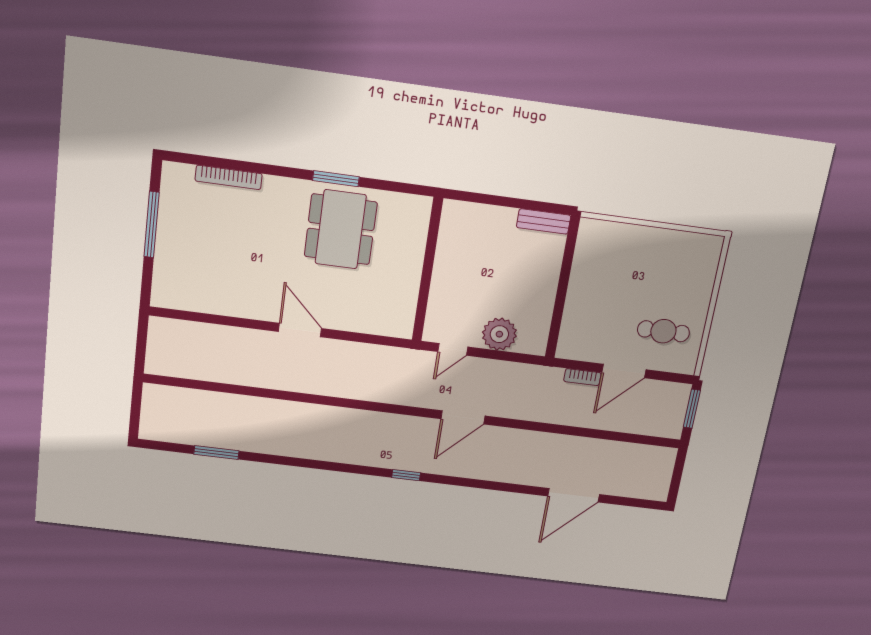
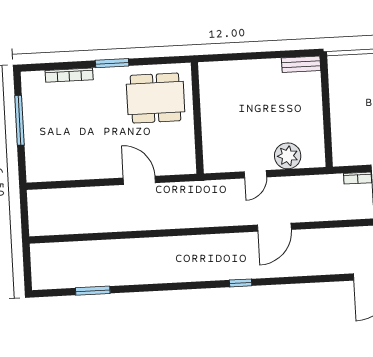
window: (336, 179) -> (112, 63), moved
dining table: (341, 229) -> (156, 98), turned 90
wall: (427, 270) -> (197, 118), moved

